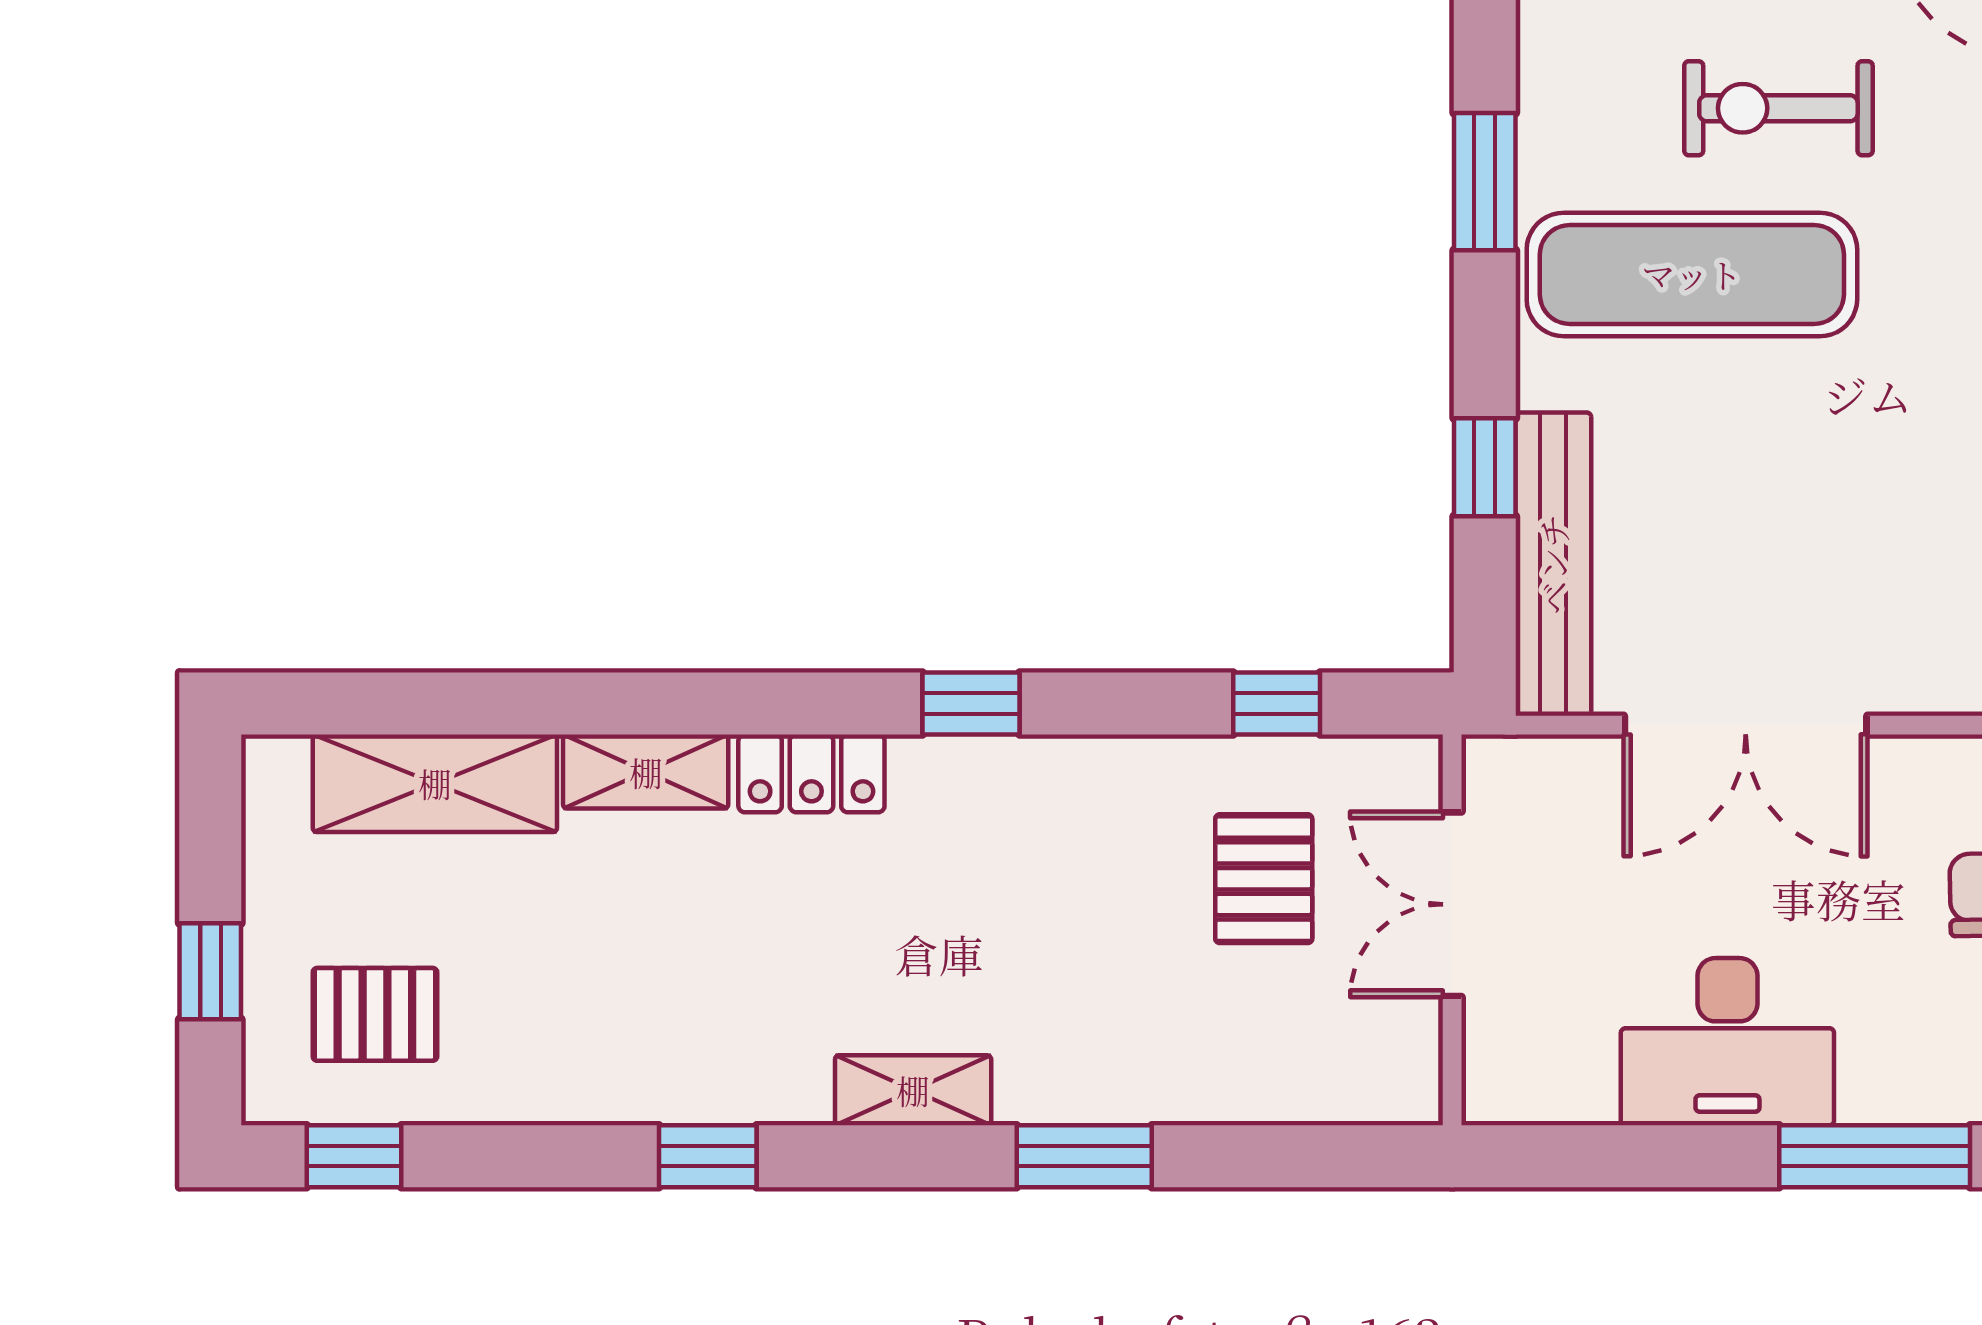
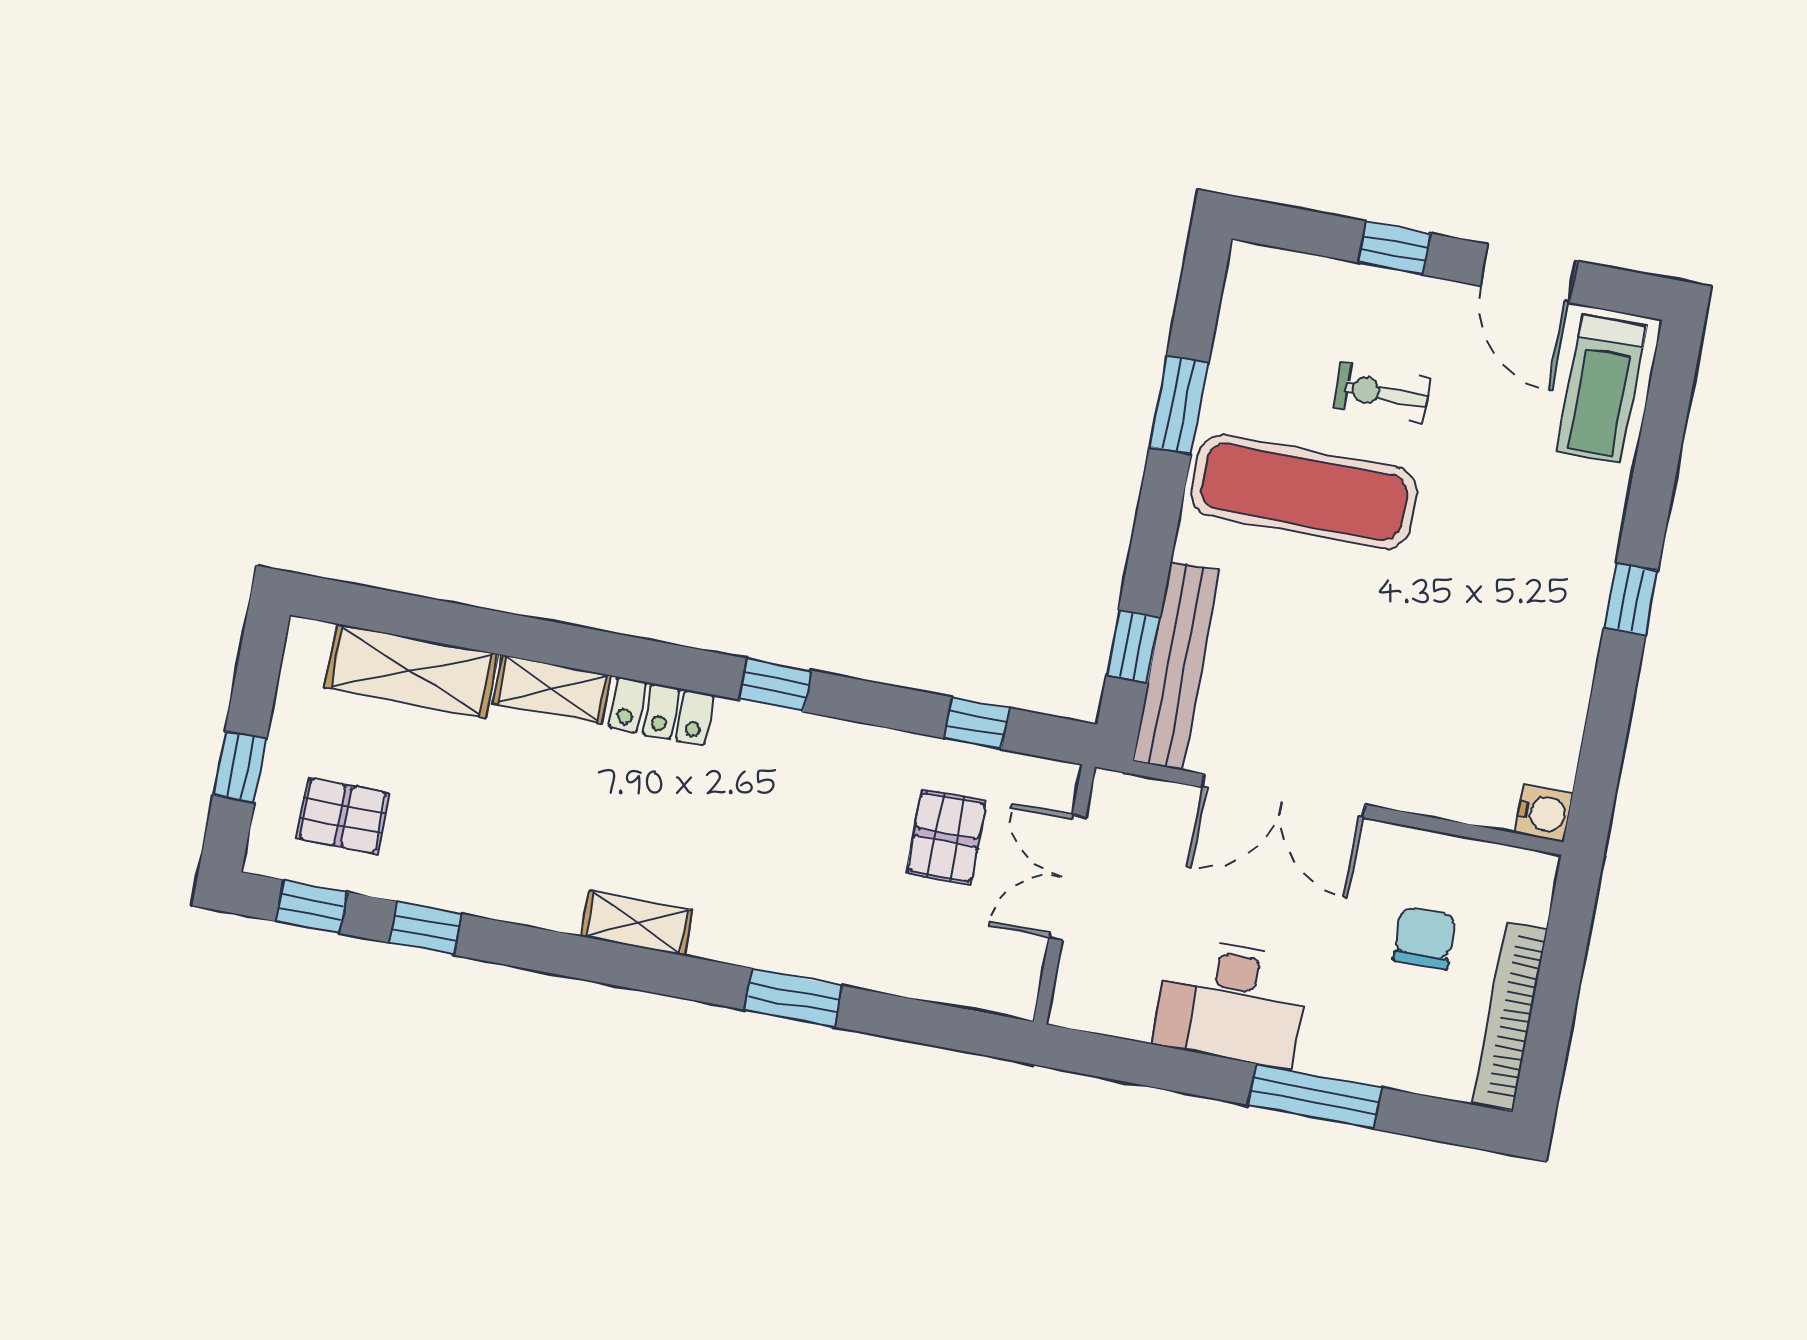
exercise bike: (1778, 108) -> (1382, 393), width x0.73, depth x0.72
window: (1485, 467) -> (1133, 646), moved
shelving: (913, 1090) -> (637, 923), moved
window: (708, 1156) -> (426, 928), moved

